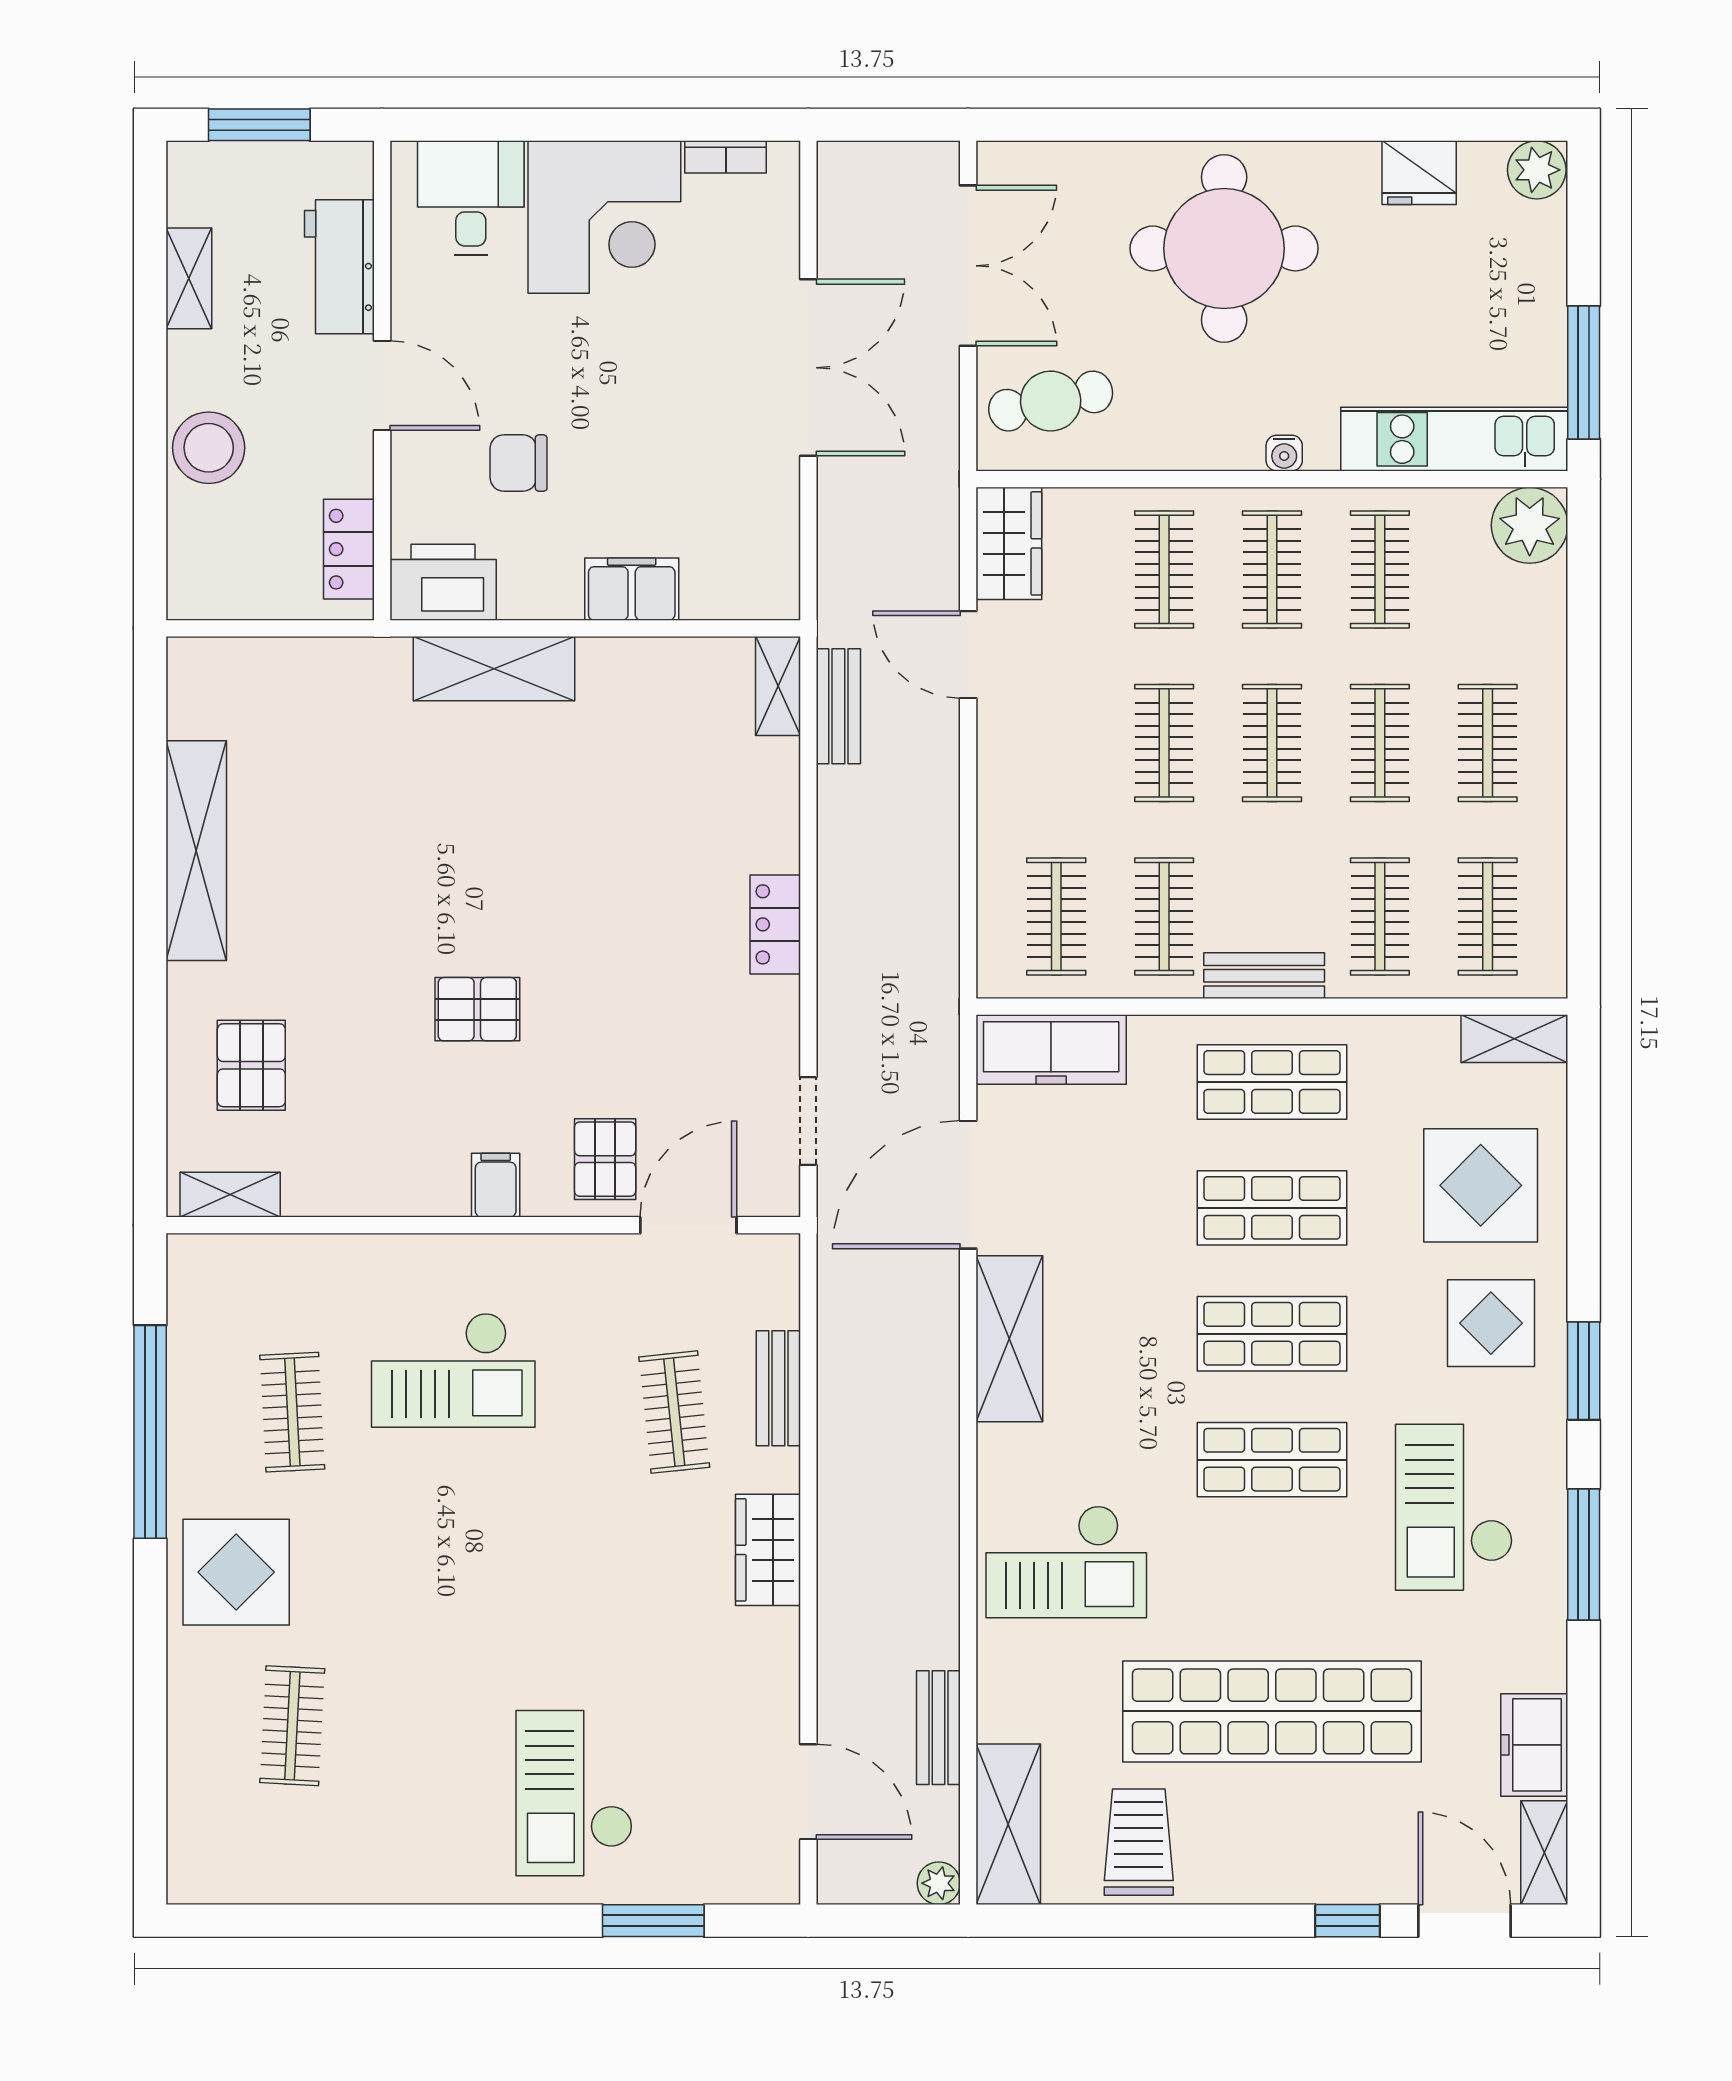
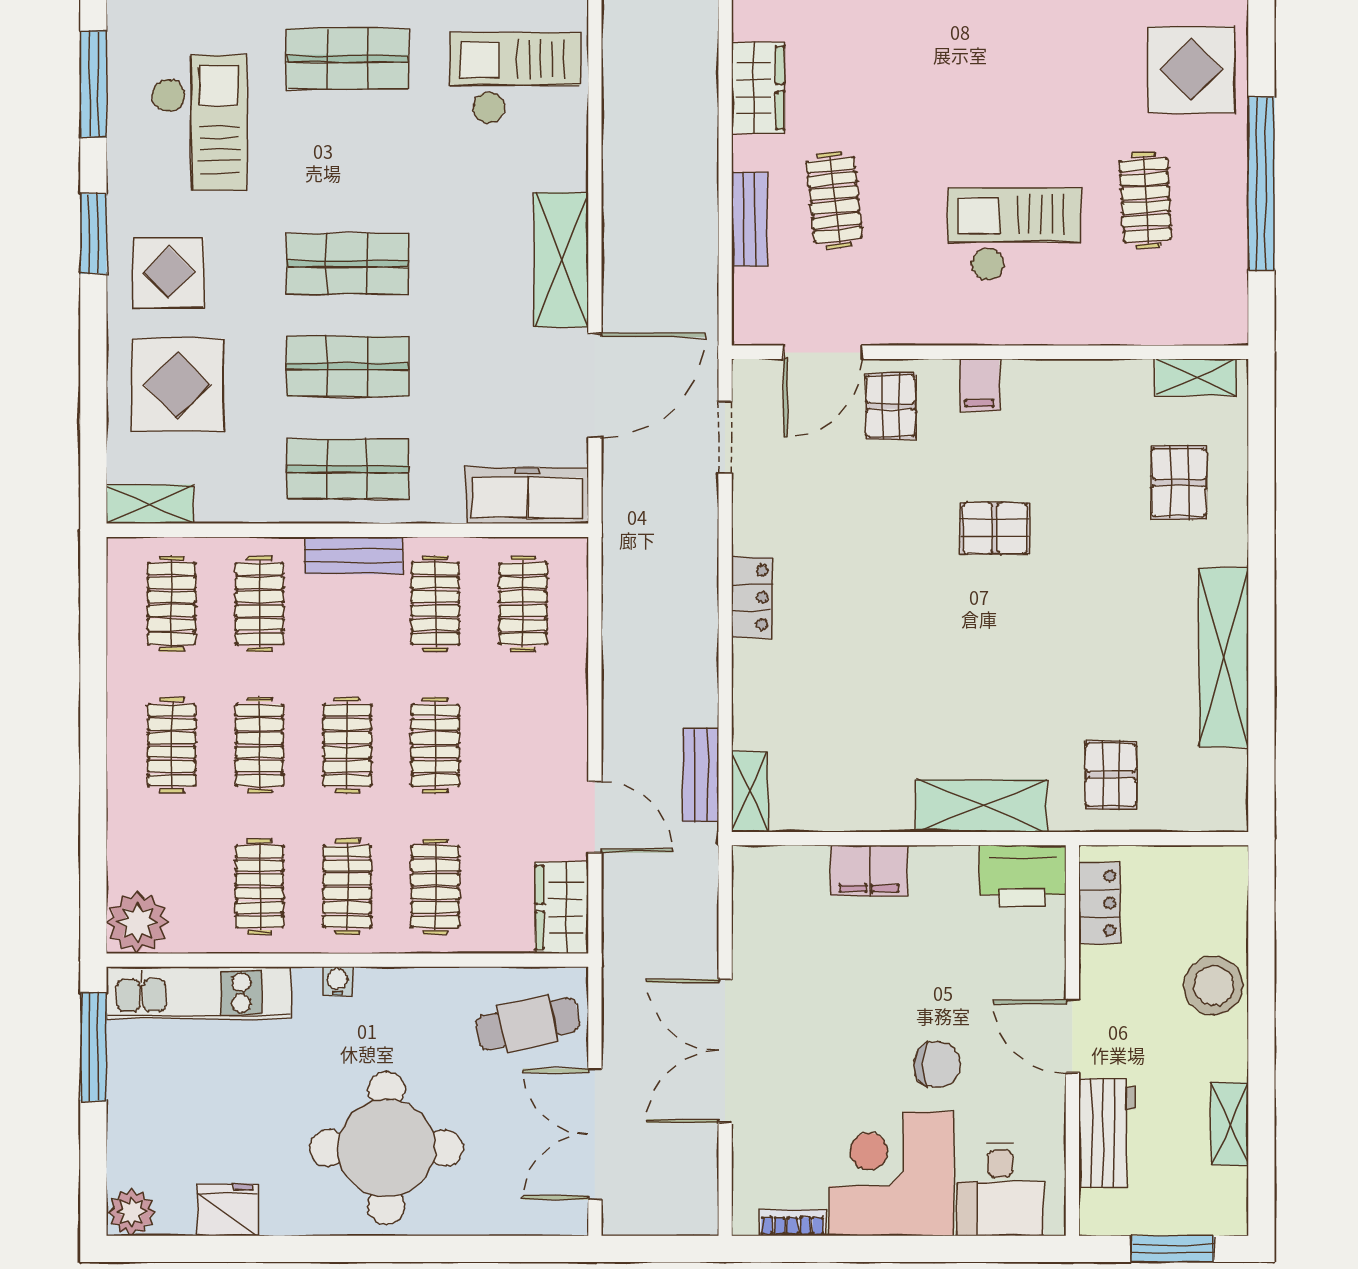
chair: (518, 463) -> (937, 1065), moved
pallet: (335, 706) -> (1111, 775), added
shop shelf: (1272, 1460) -> (347, 59), moved

